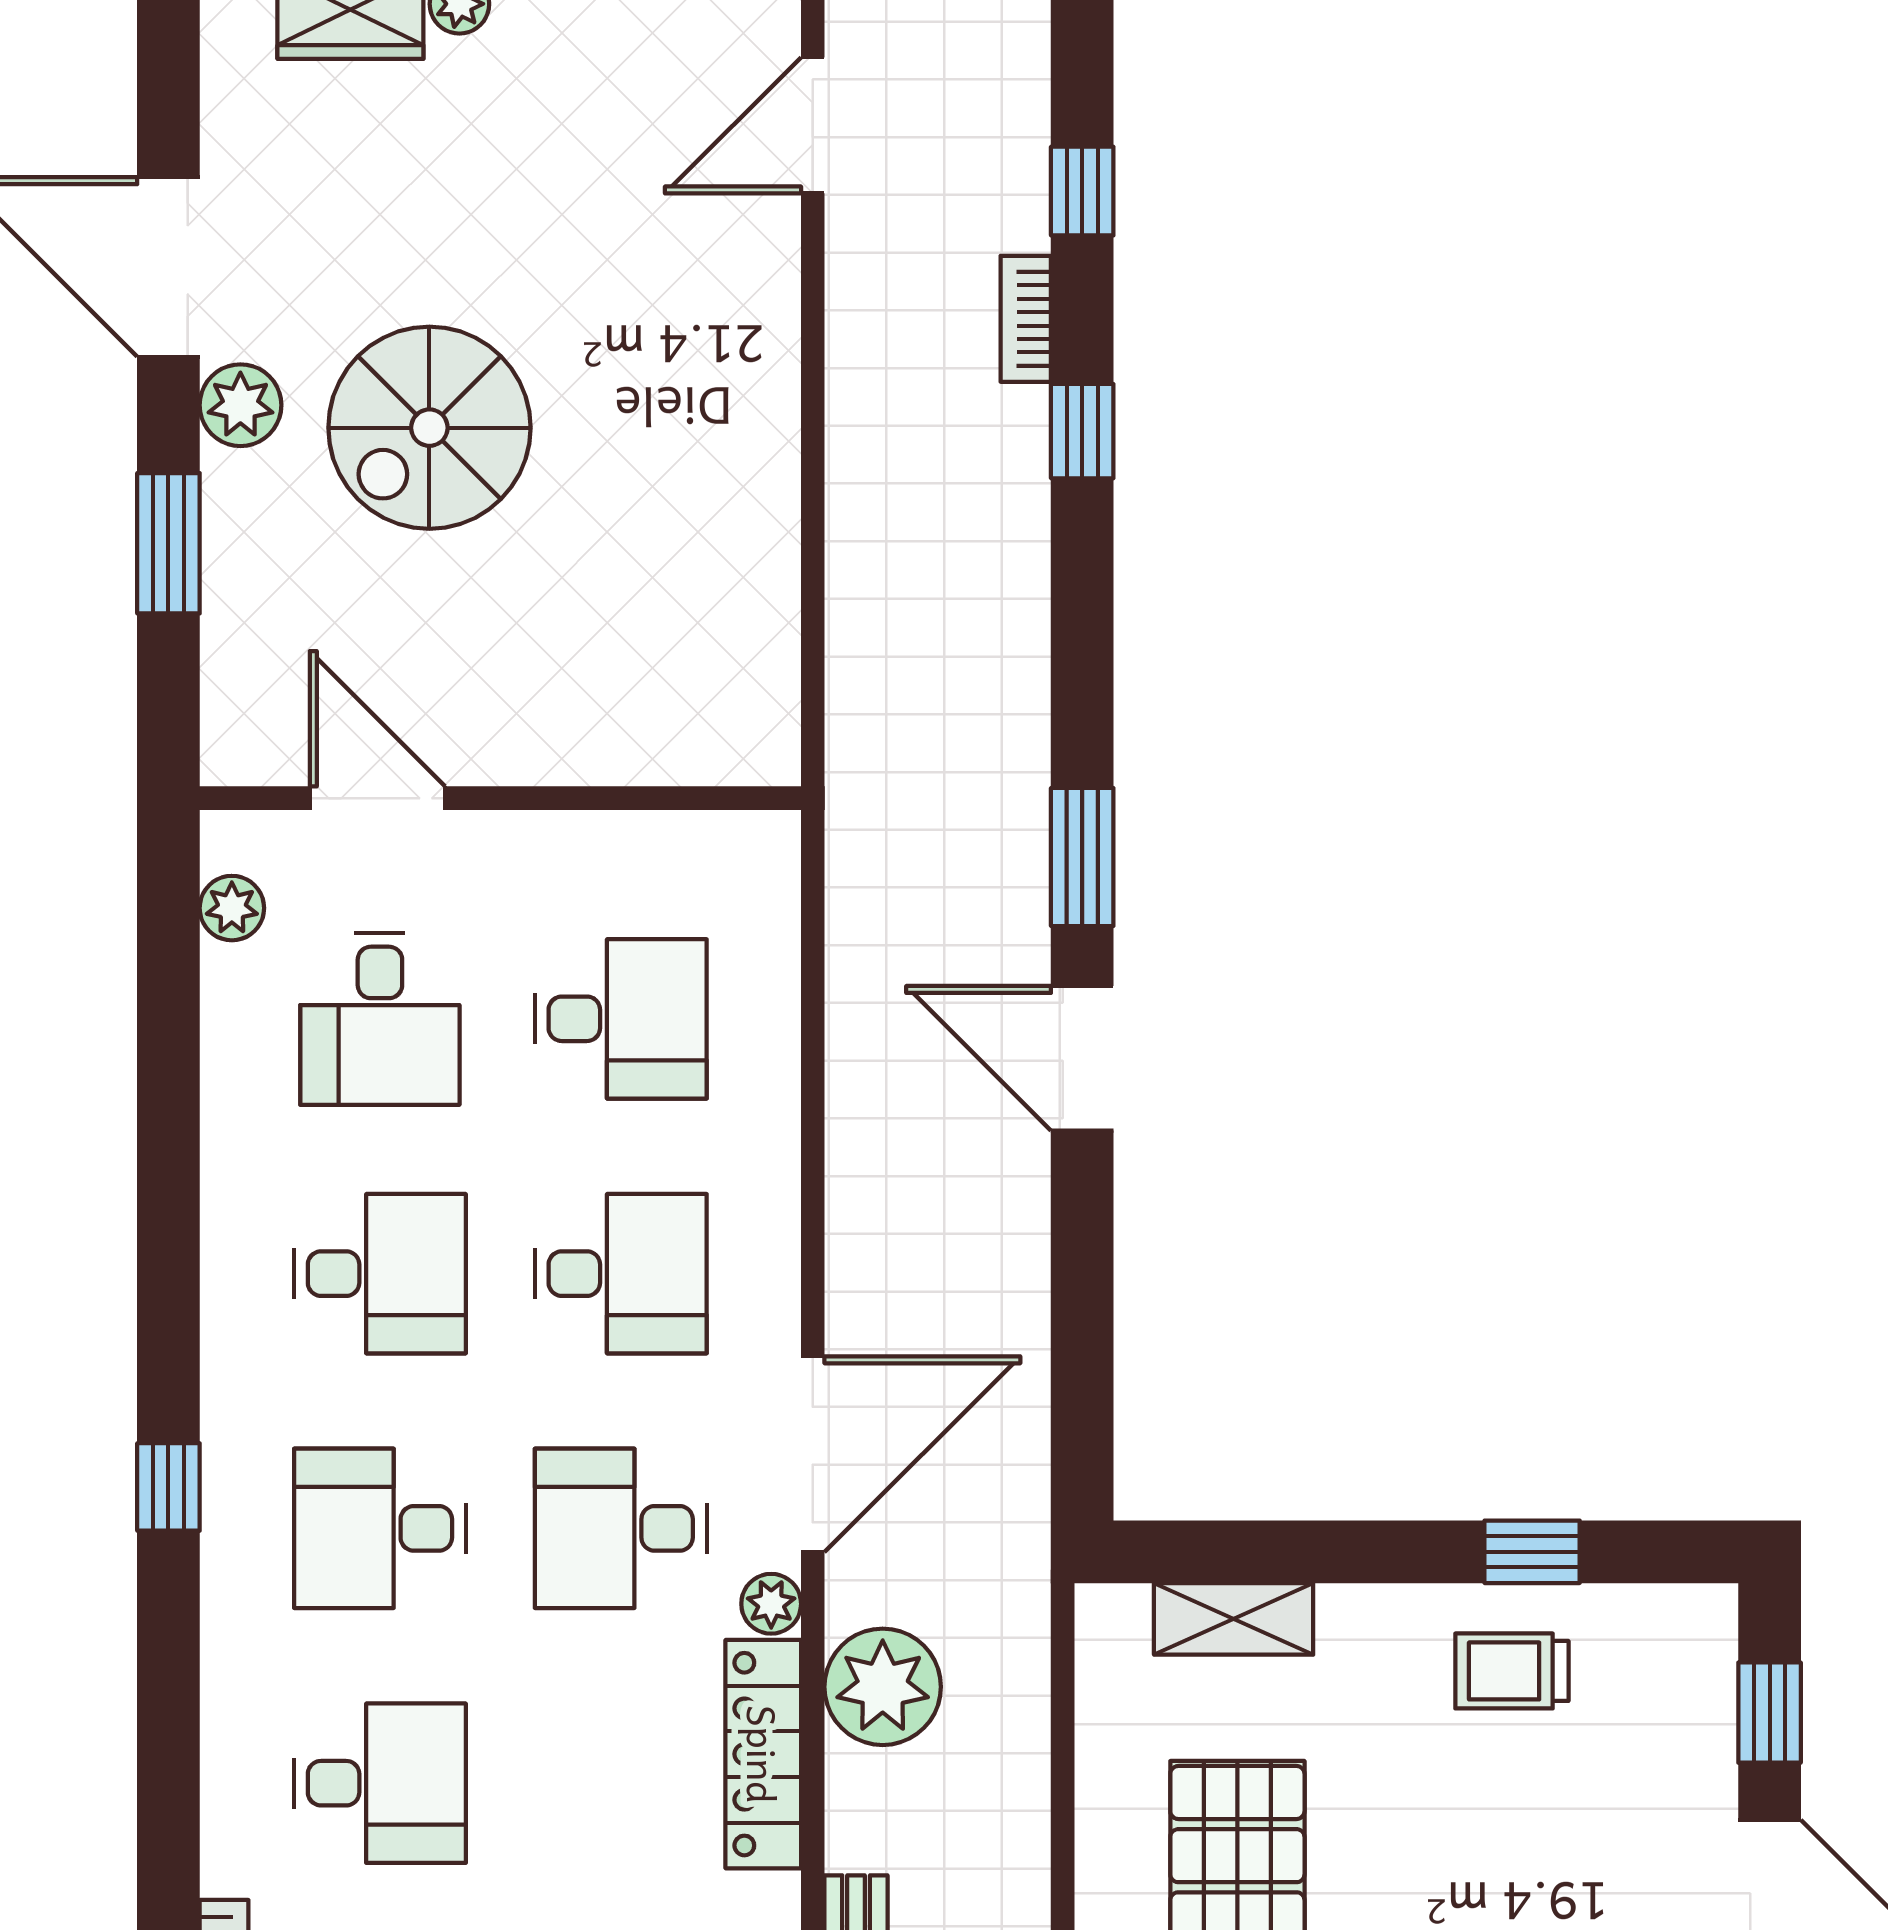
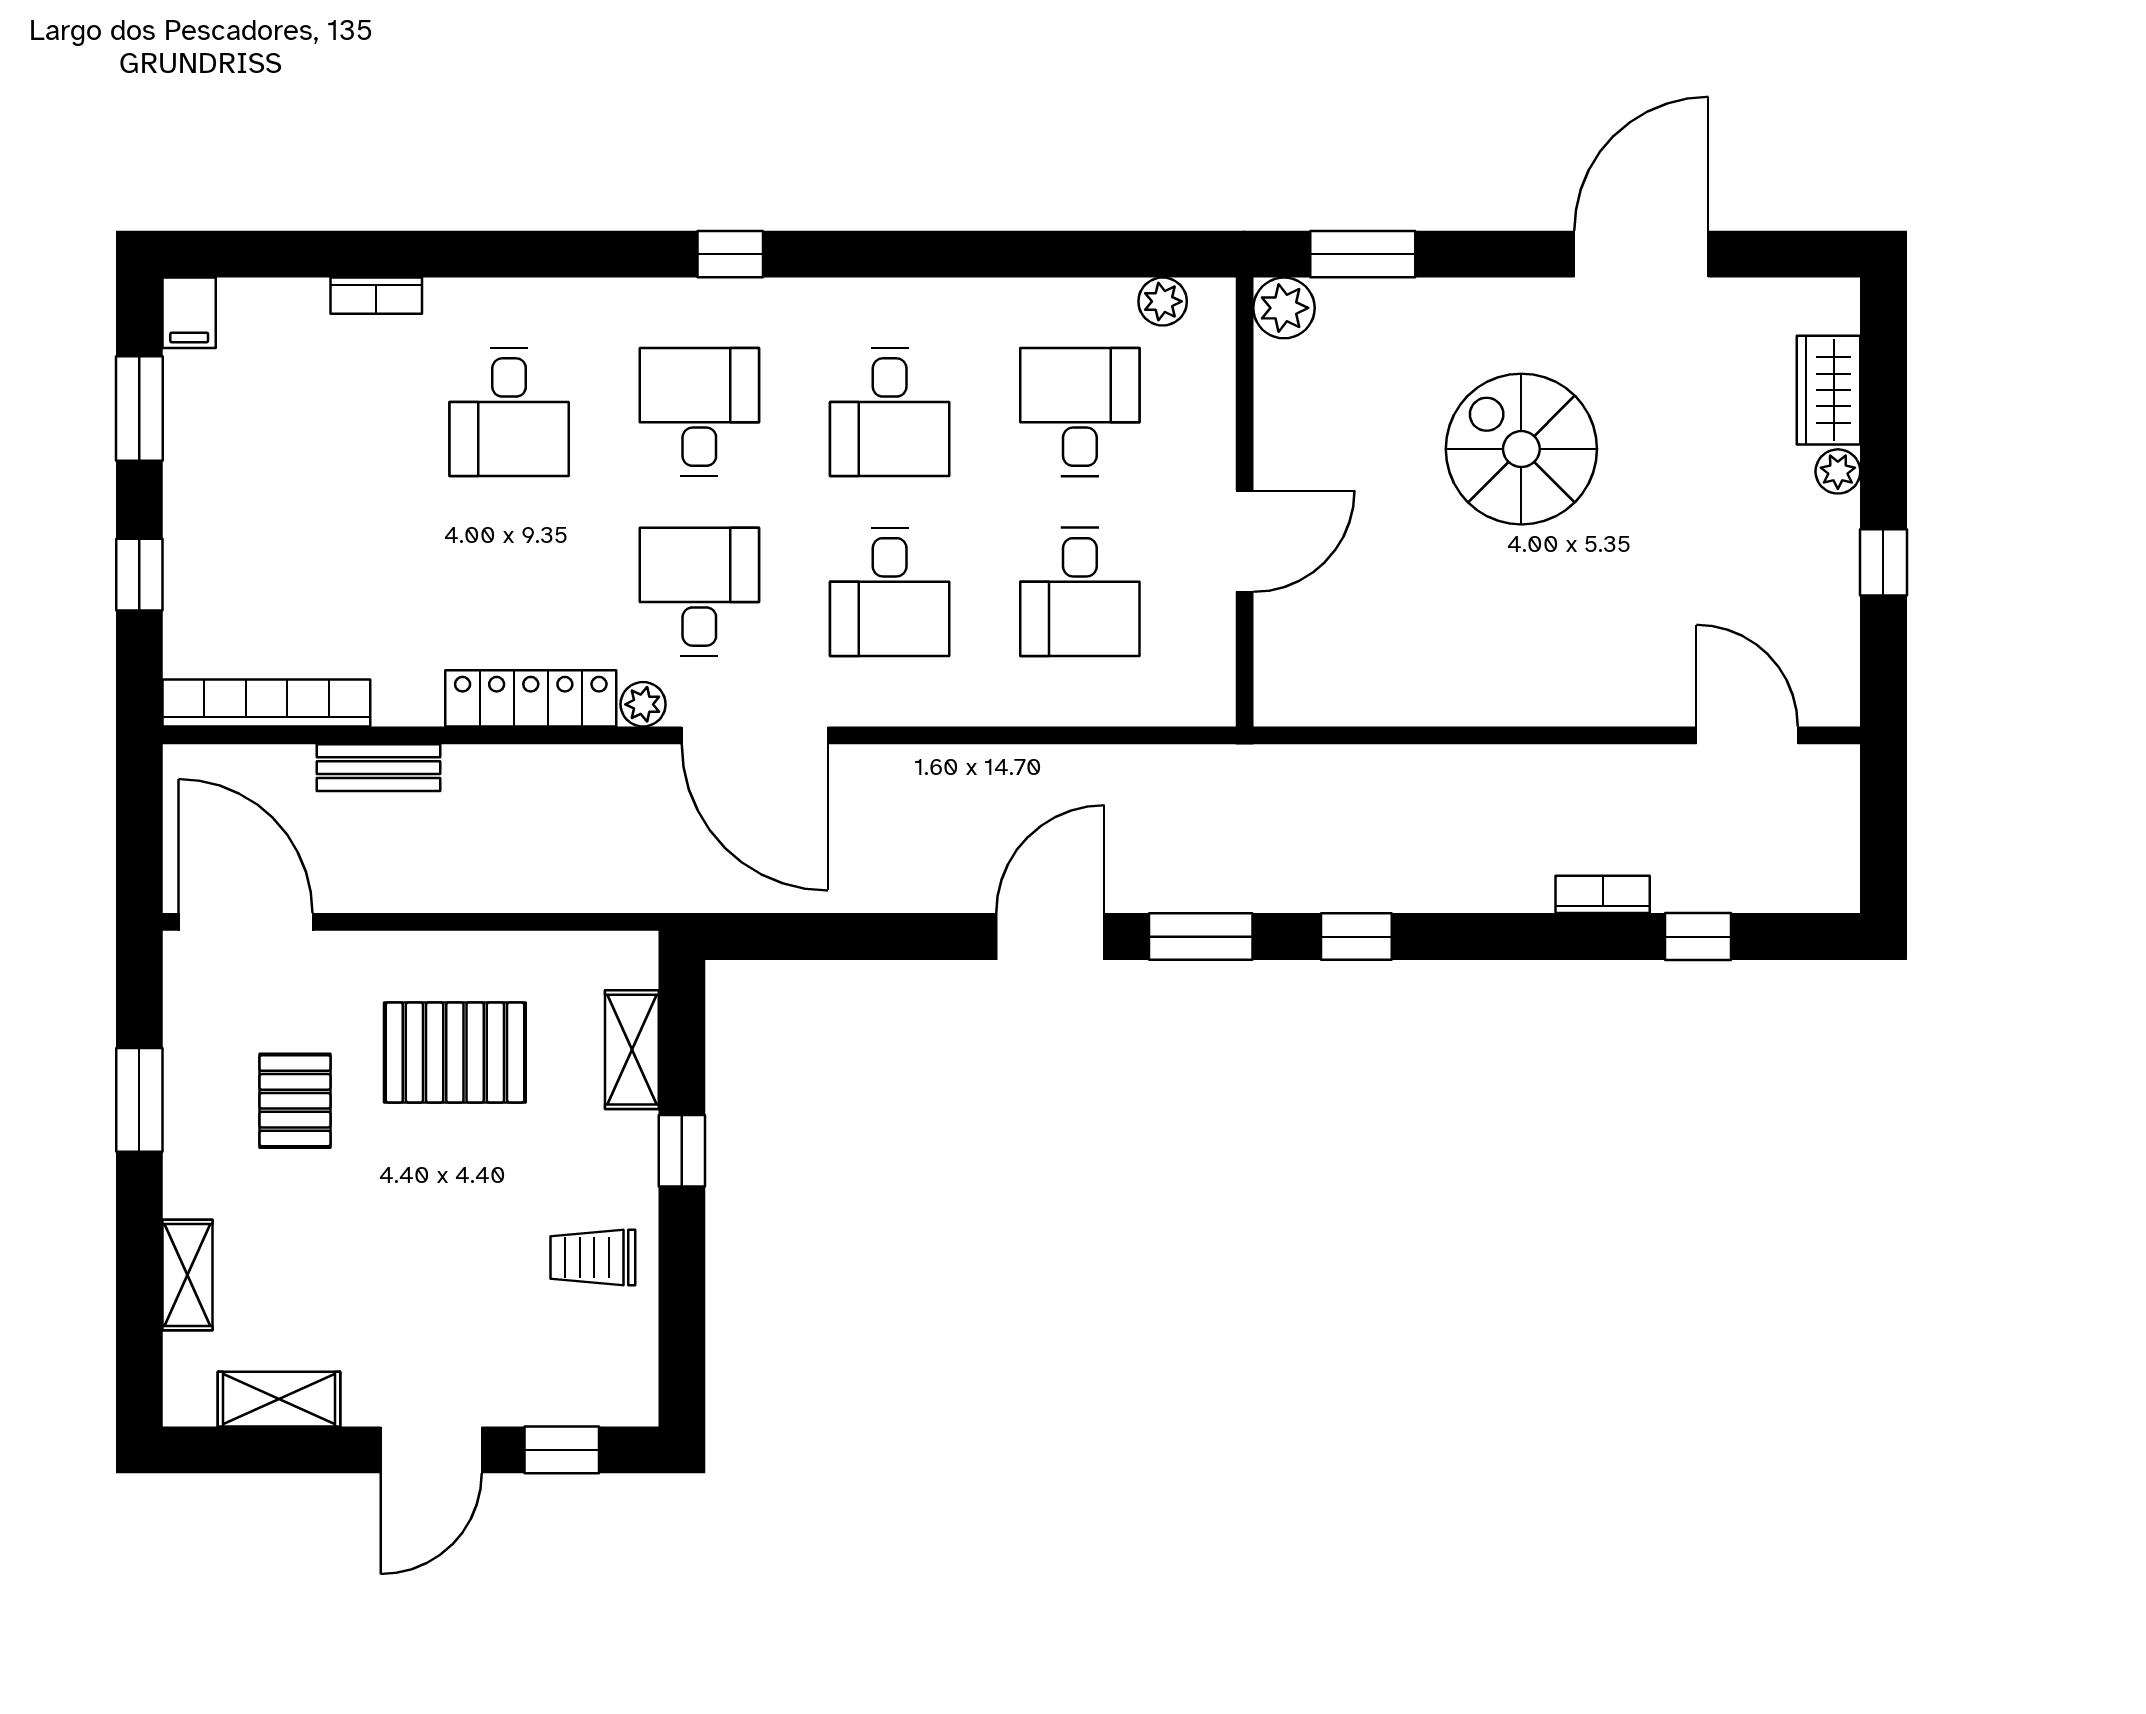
plant: (240, 405) -> (1284, 308), moved
window: (1082, 431) -> (1356, 937), moved
window: (168, 543) -> (1363, 254), moved
door: (377, 798) -> (1245, 541), moved
desk: (380, 1019) -> (1080, 412), turned 90
window: (1532, 1552) -> (682, 1151), moved
trolley: (1512, 1671) -> (593, 1258), turned -90
plant: (883, 1687) -> (581, 788), removed

